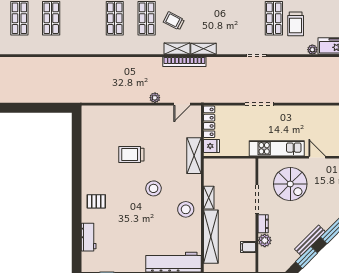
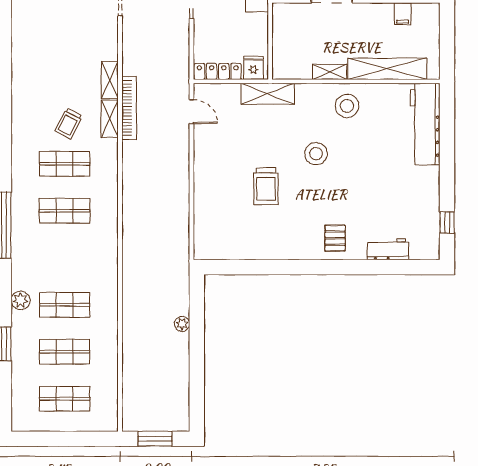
plant: (155, 98) -> (182, 324), moved

